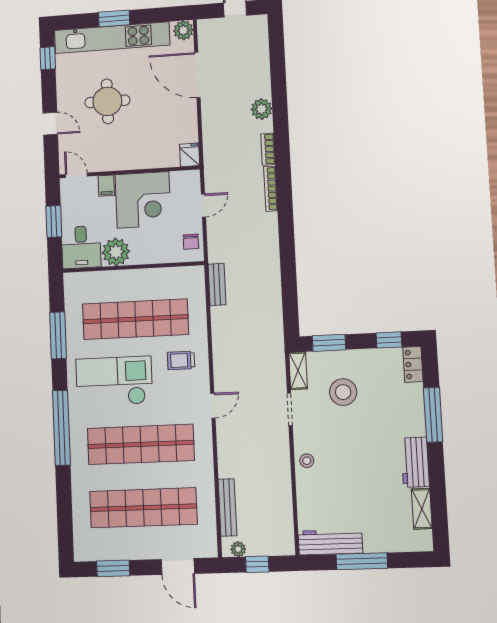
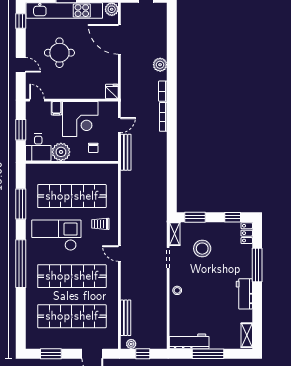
chair: (191, 242) -> (93, 148), moved
bench: (217, 284) -> (126, 152), moved, width x1.36
door: (213, 406) -> (119, 254), swing flipped
shelving: (422, 509) -> (247, 335), moved

